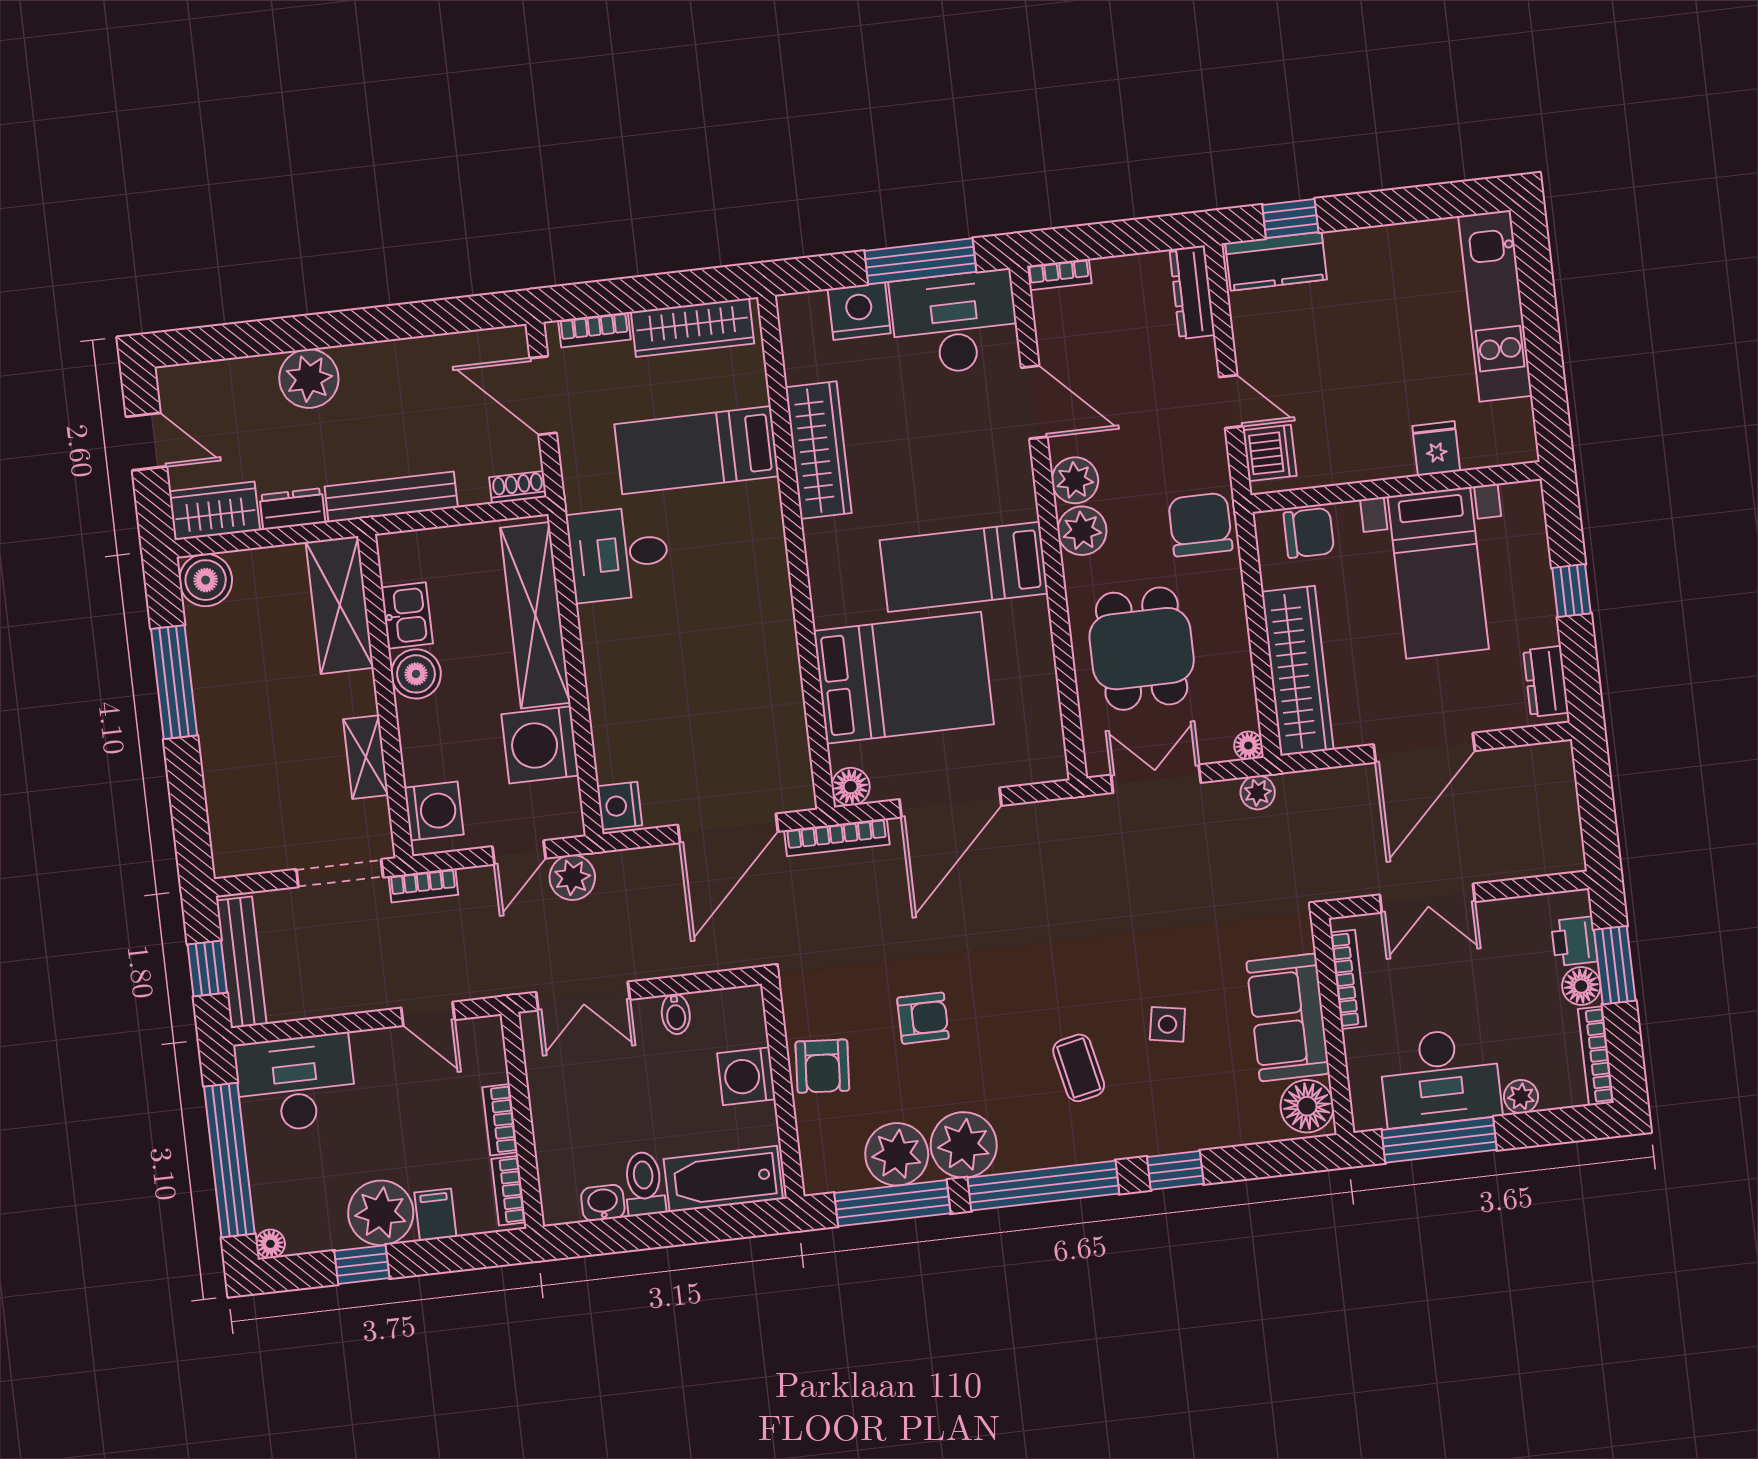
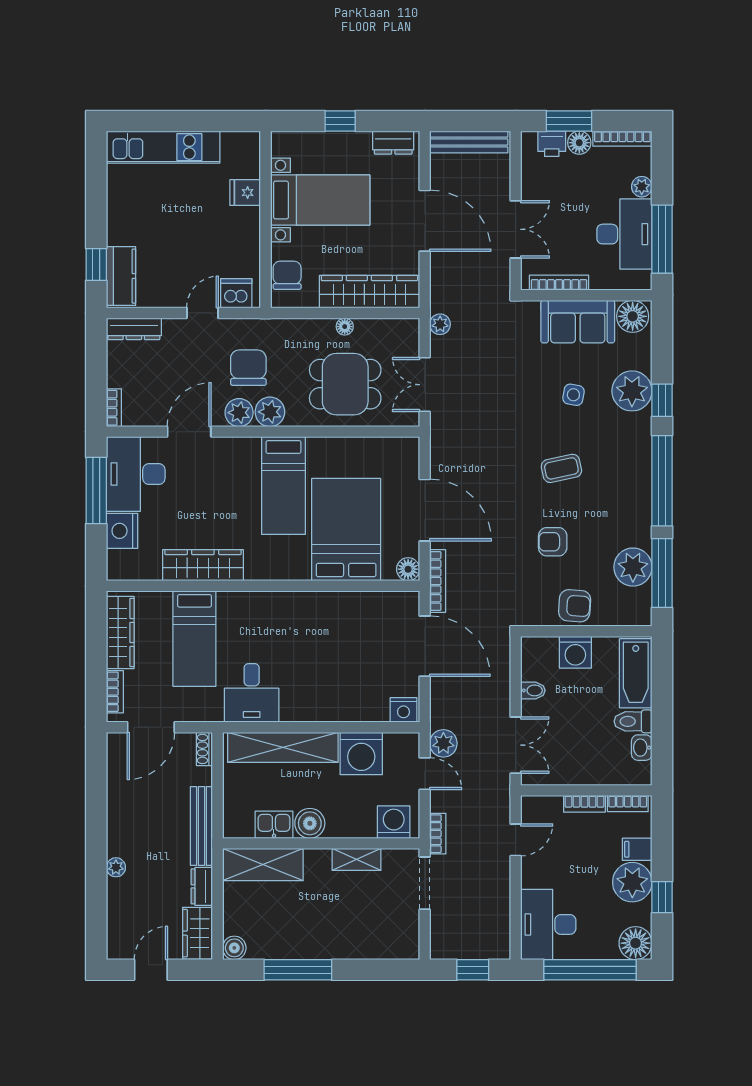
plant: (309, 379) -> (116, 867), width x0.53, depth x0.53
chair: (1200, 525) -> (248, 368), moved, turned 90
boiler: (206, 580) -> (234, 948), width x0.73, depth x0.73
floor lamp: (1248, 746) -> (345, 327), moved
bench: (241, 962) -> (469, 142), moved
armchair: (923, 1018) -> (553, 542), turned -90
coffee table: (1079, 1068) -> (561, 468), moved
plant: (964, 1145) -> (632, 391), moved
floor lamp: (270, 1244) -> (636, 943), width x1.89, depth x1.89

